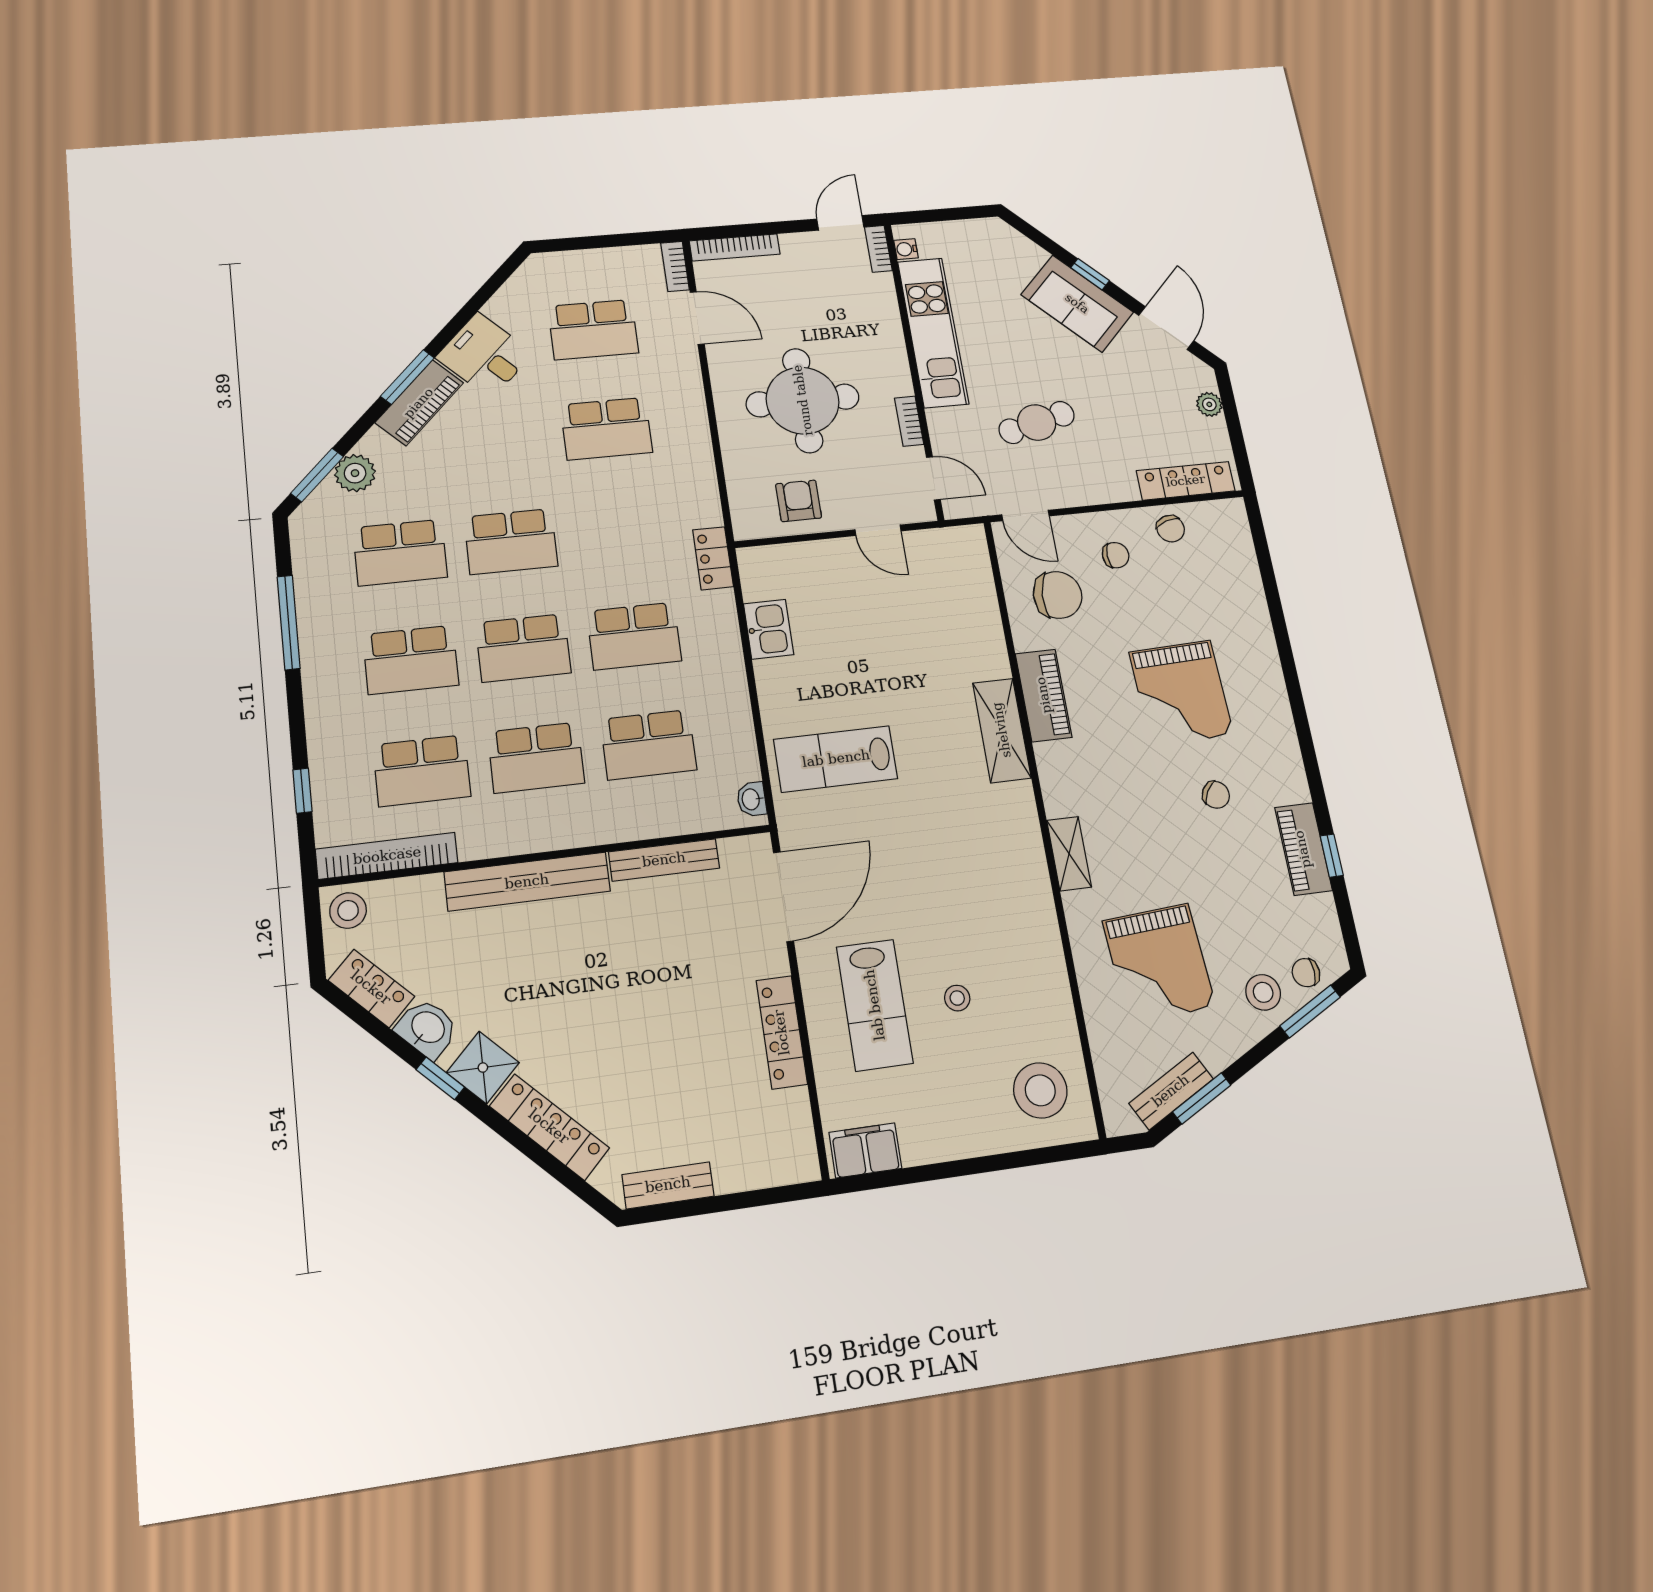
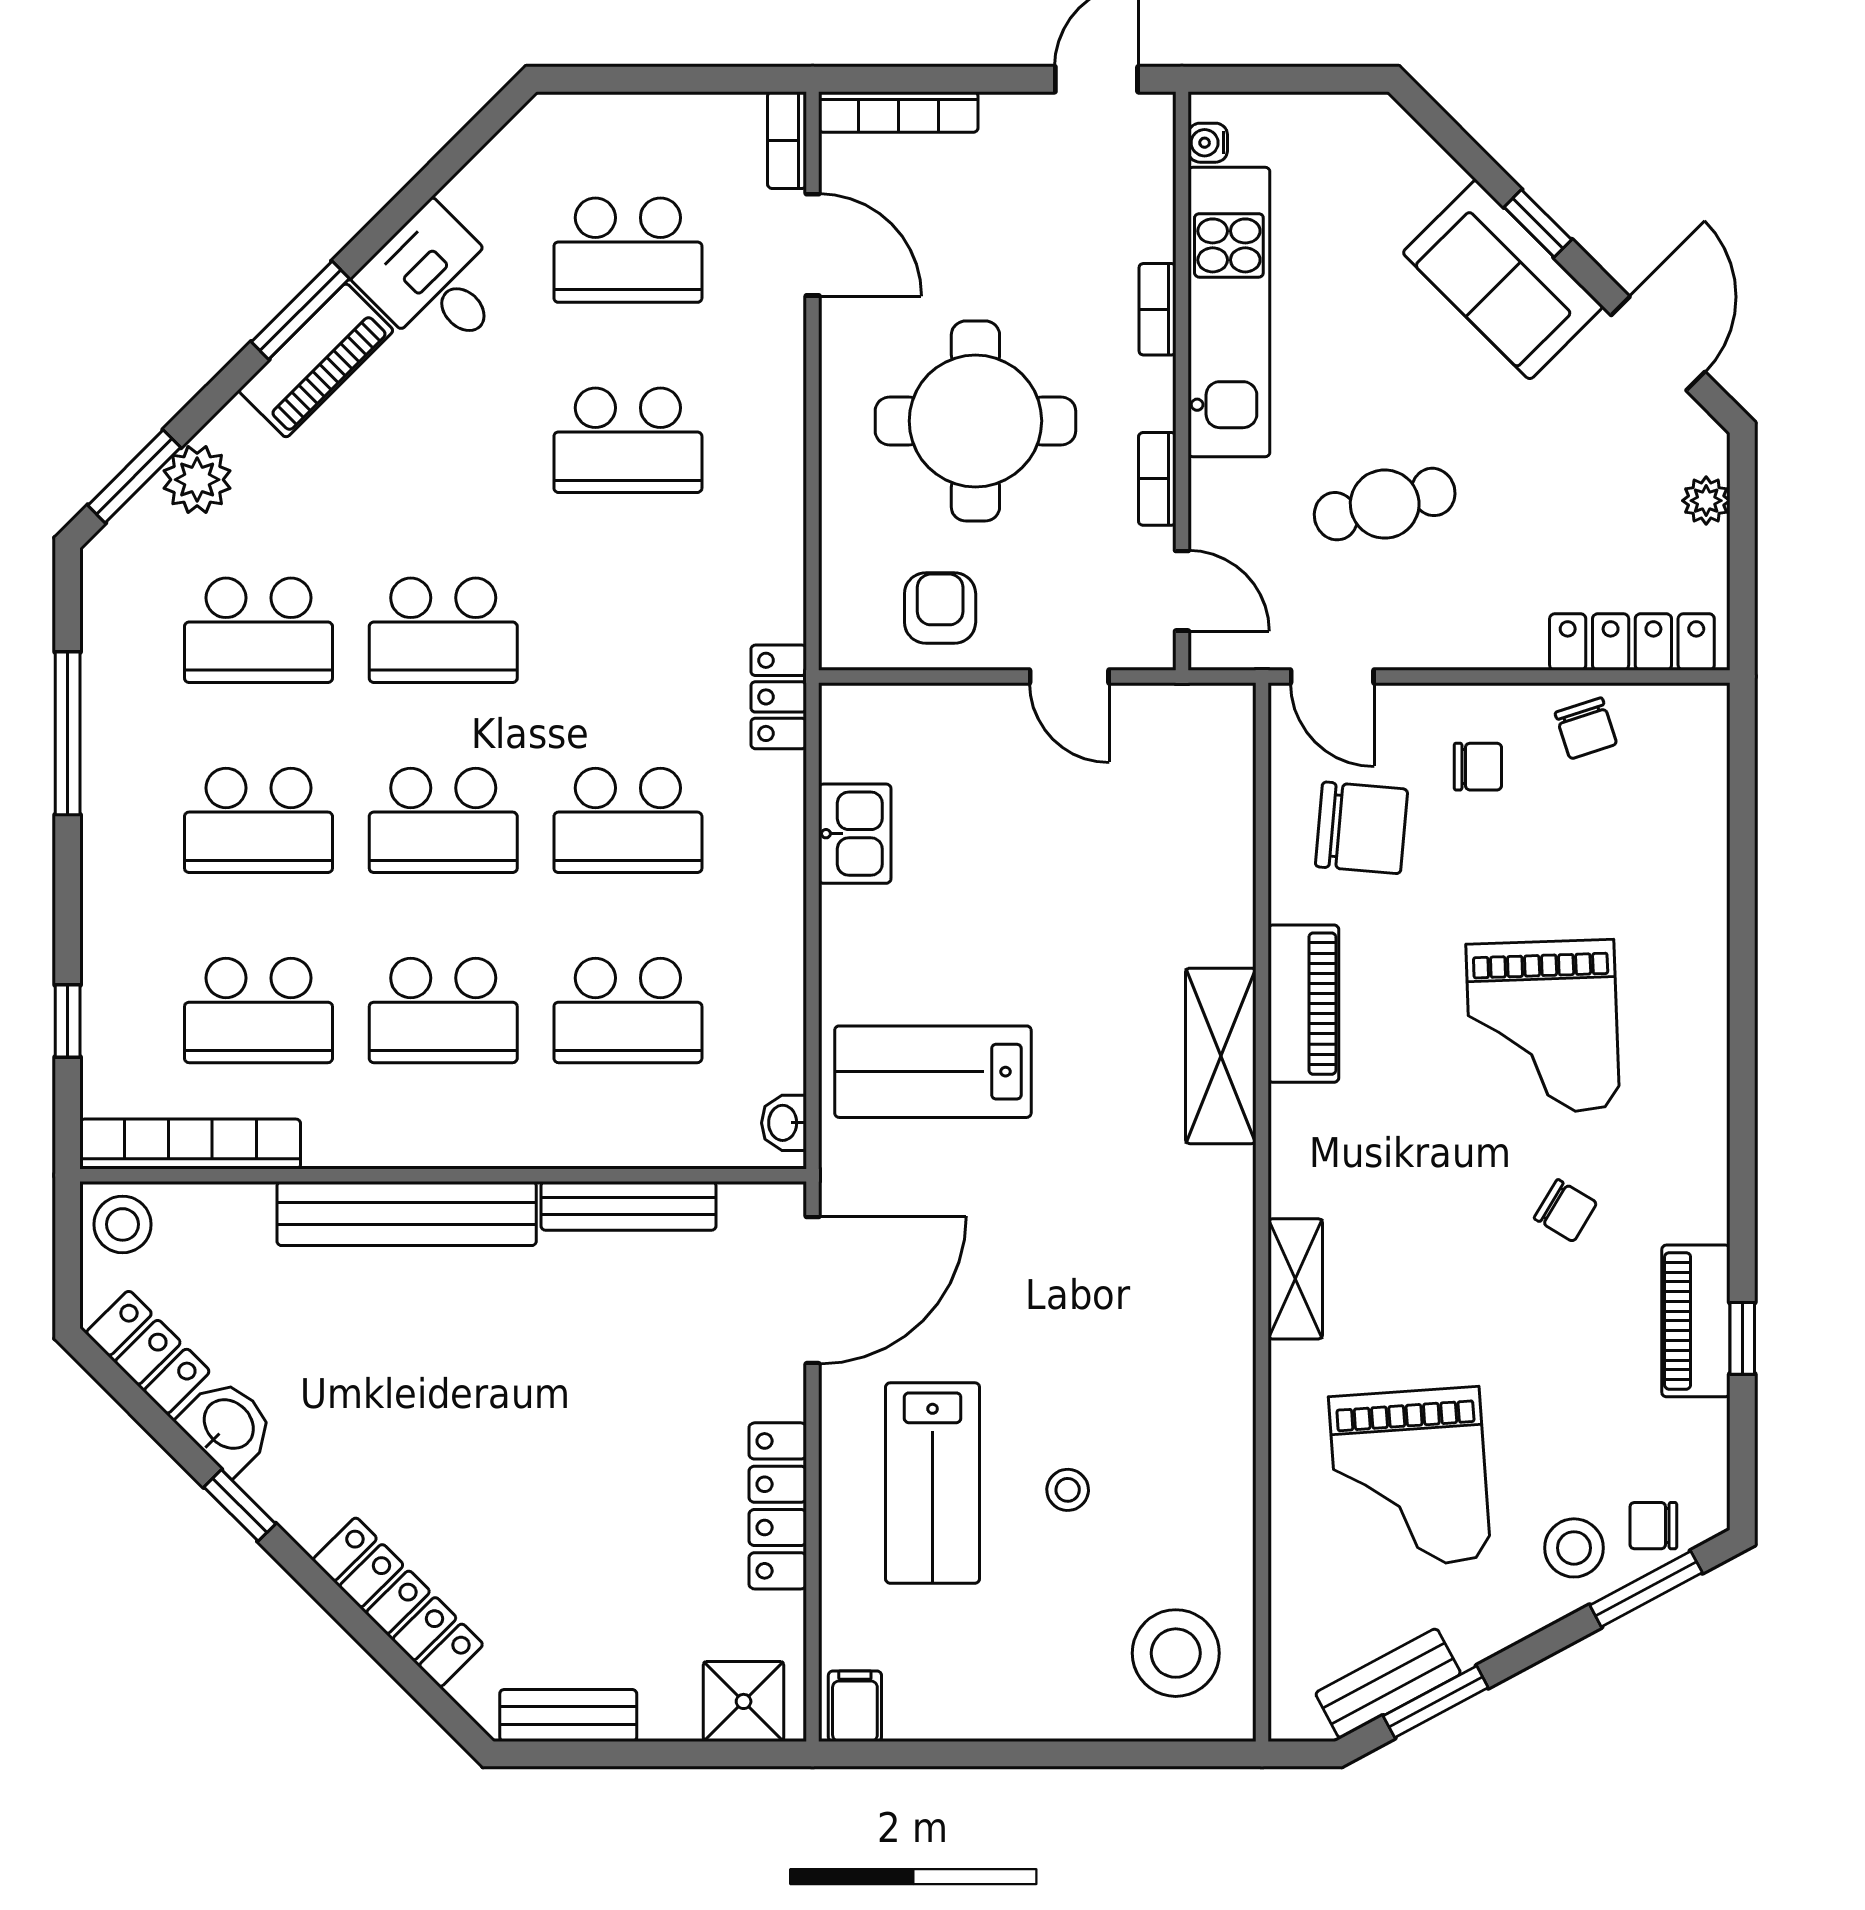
bookcase: (878, 249) -> (1157, 309), moved
shower: (483, 1068) -> (744, 1701), moved, turned 45
filing cabinet: (865, 1150) -> (855, 1706), width x0.50

